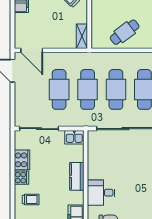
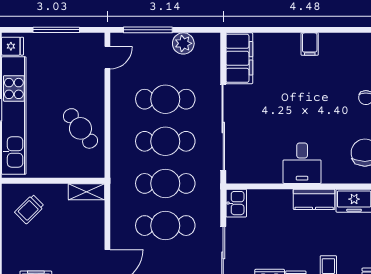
kitchen counter: (77, 176) -> (314, 199), moved
desk: (101, 193) -> (302, 163), moved

